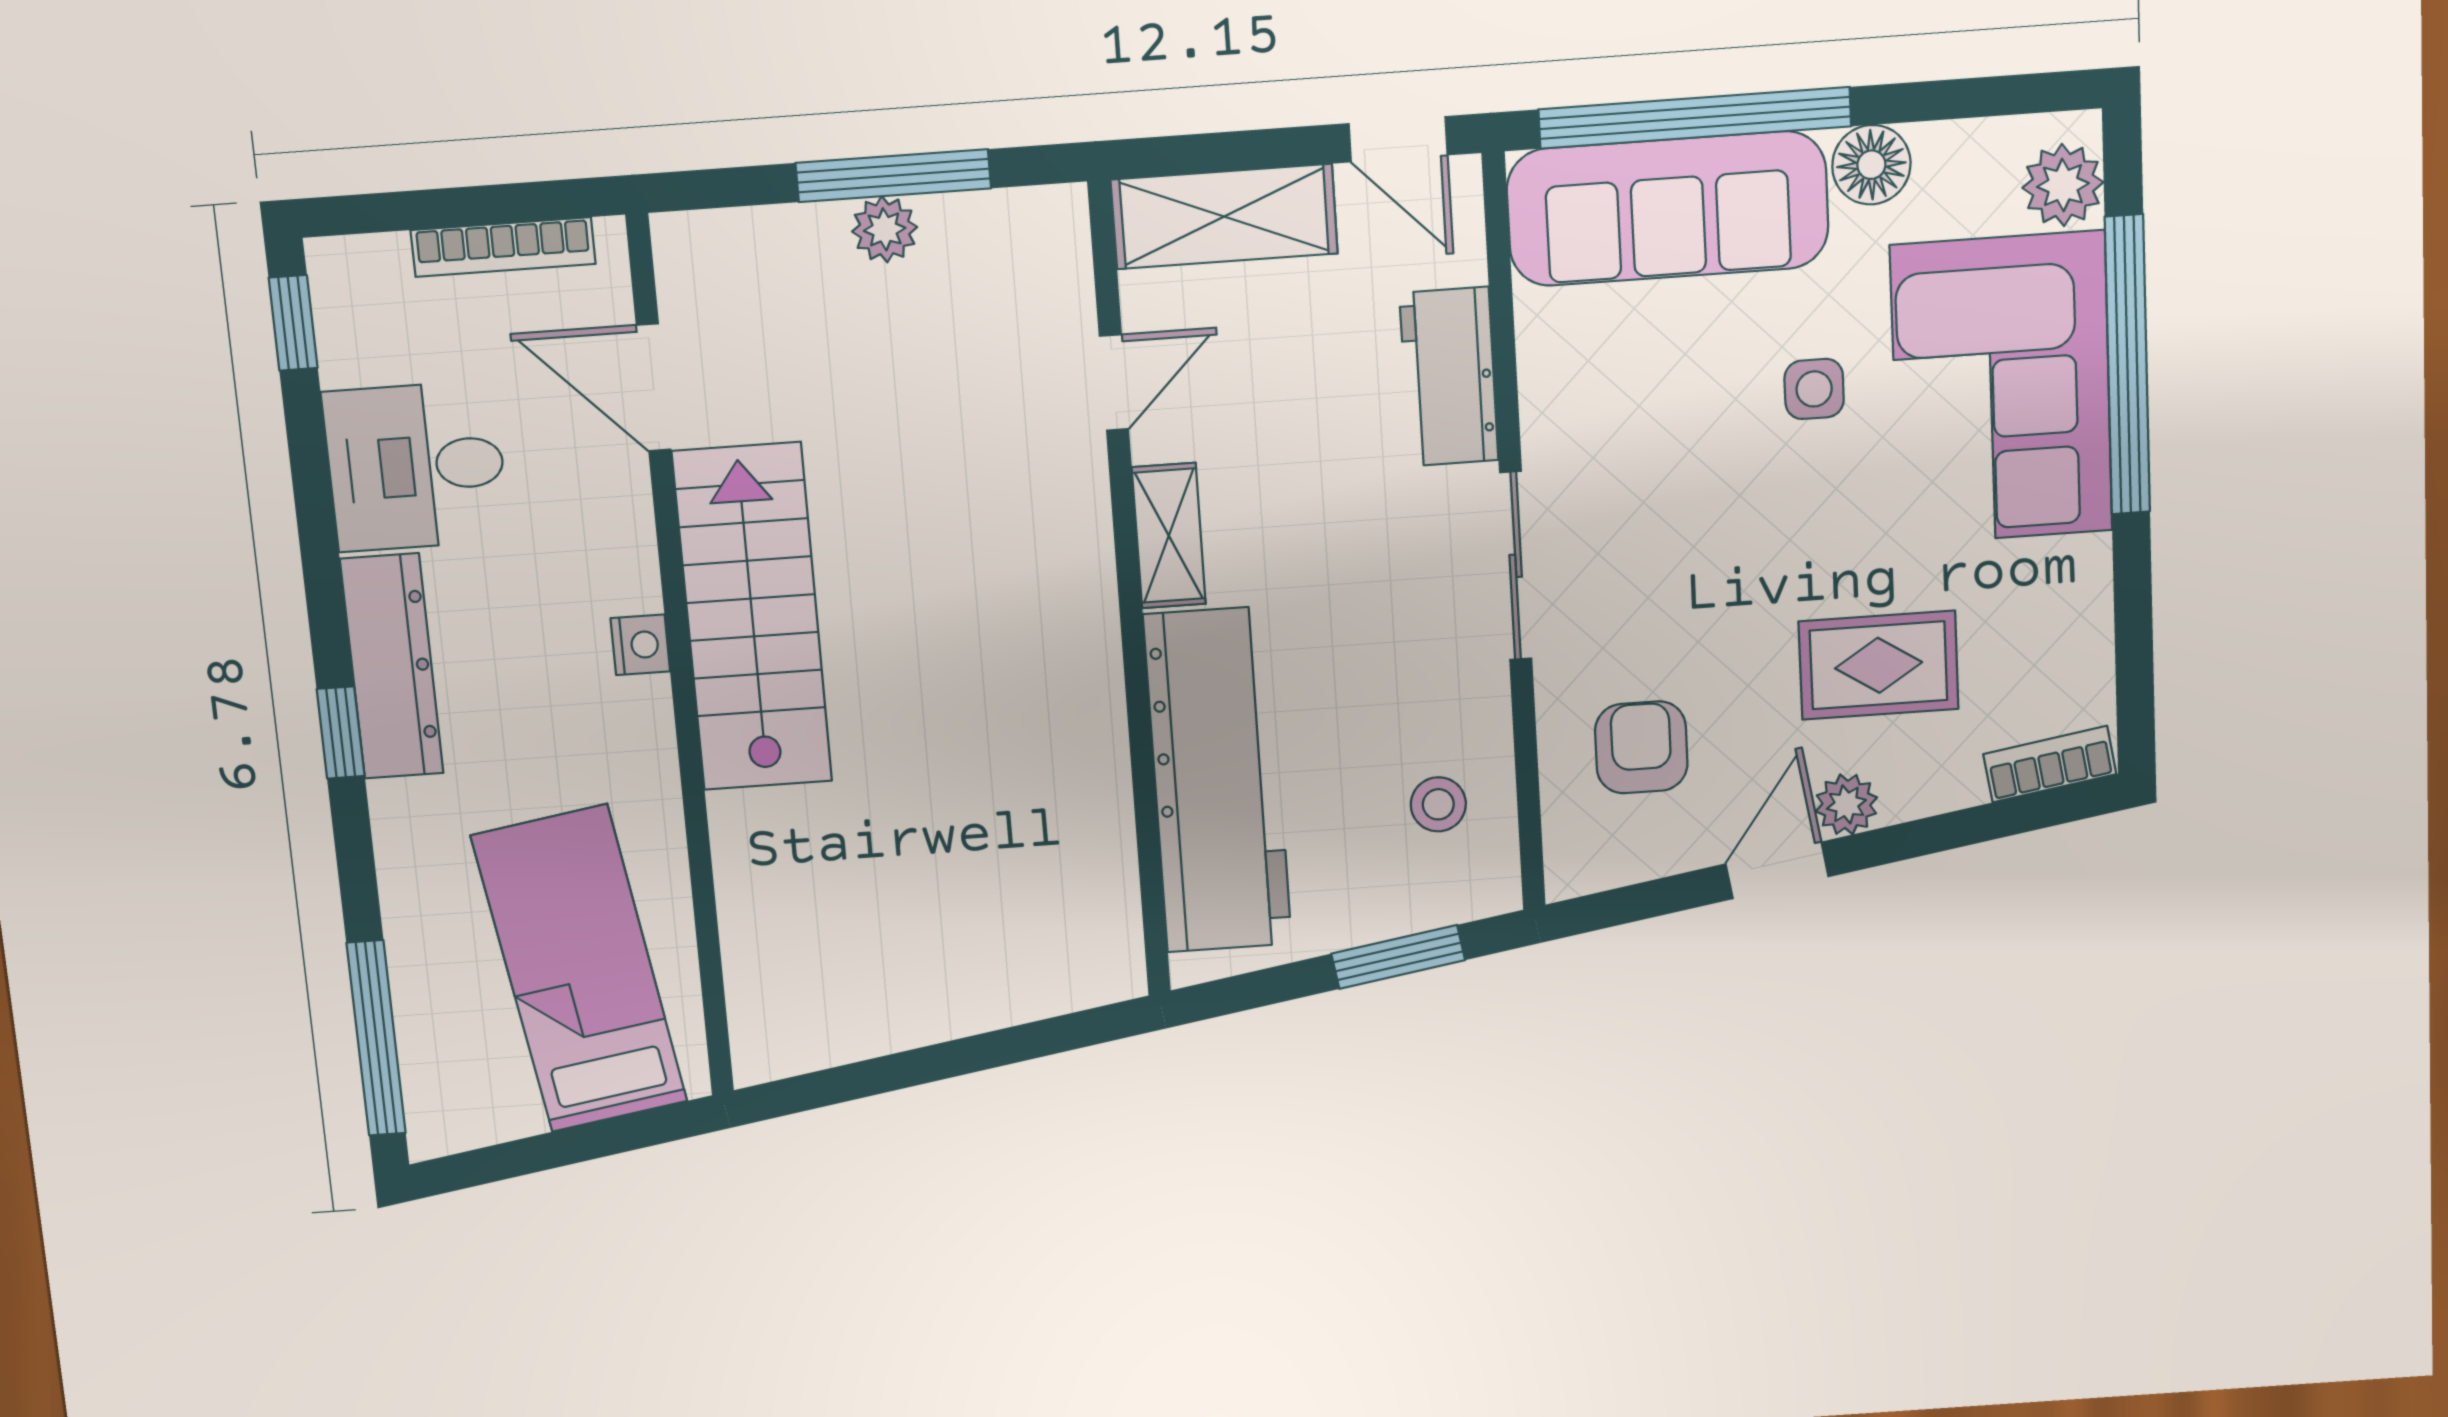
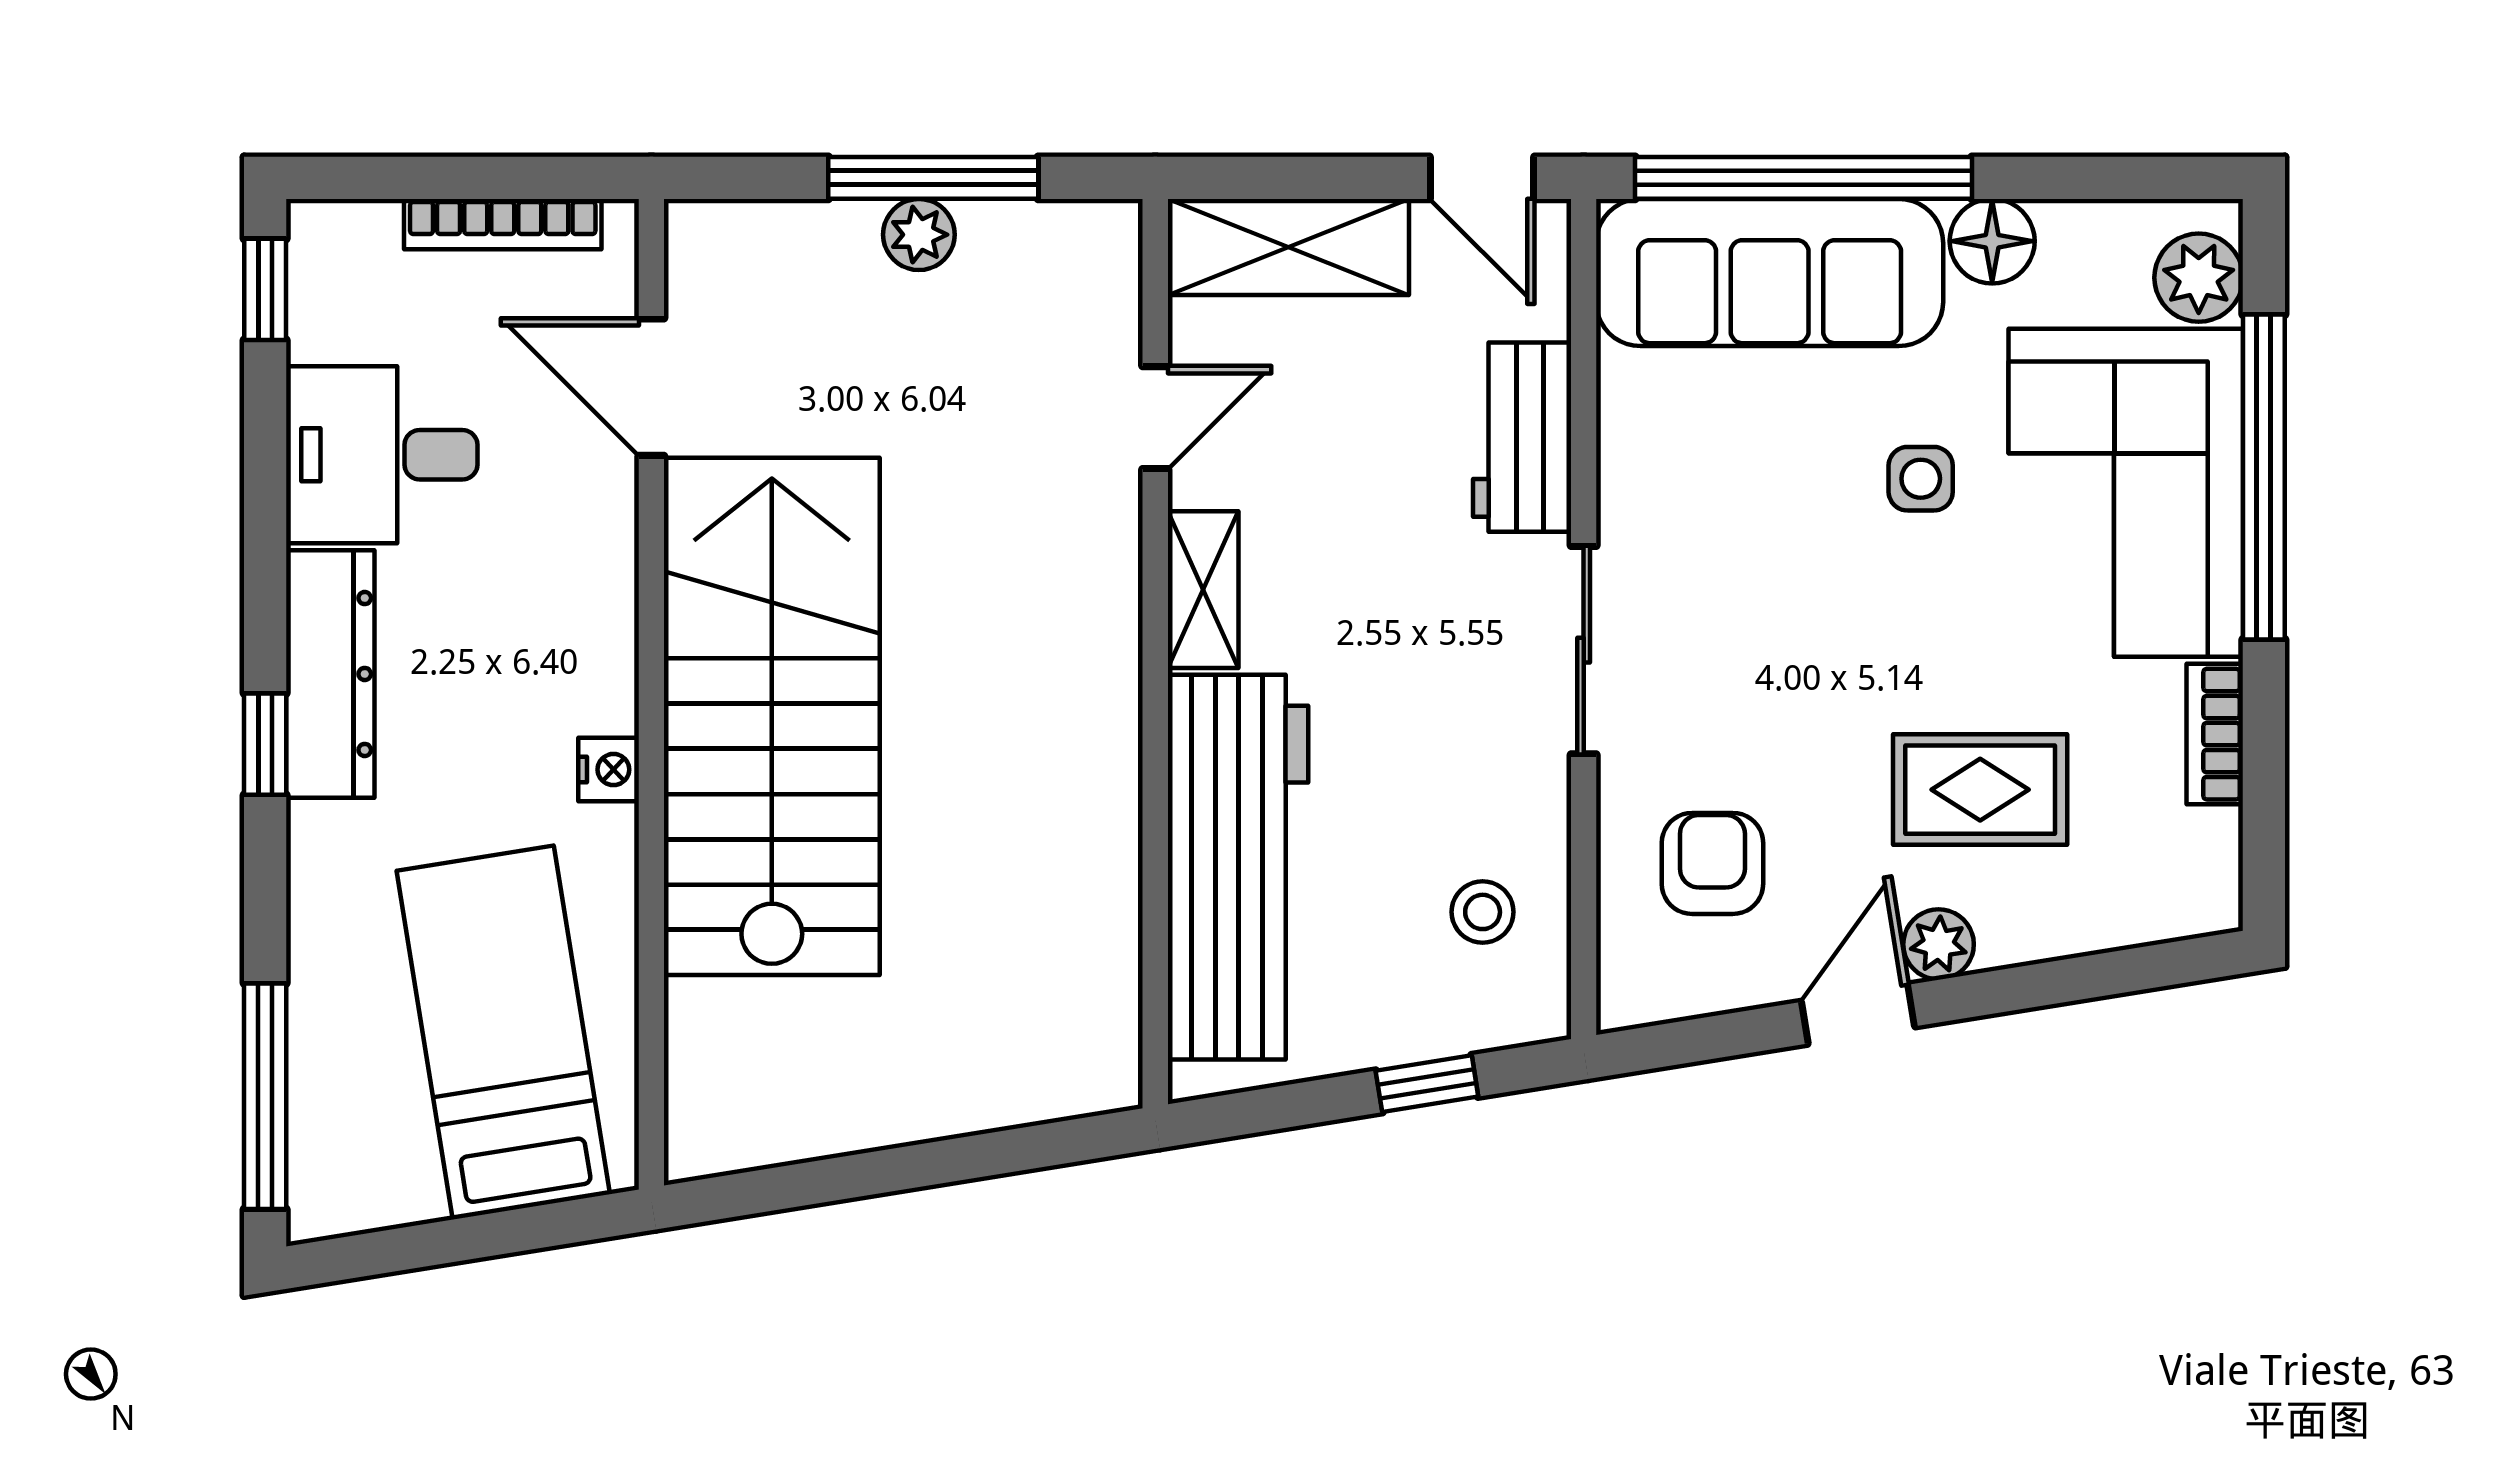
stairs: (752, 617) -> (772, 716), width x1.36, depth x1.51
nightstand: (640, 645) -> (609, 770), moved
bookcase: (2050, 764) -> (2215, 734), moved, turned -81
window: (1398, 957) -> (1427, 1084), width x0.67

